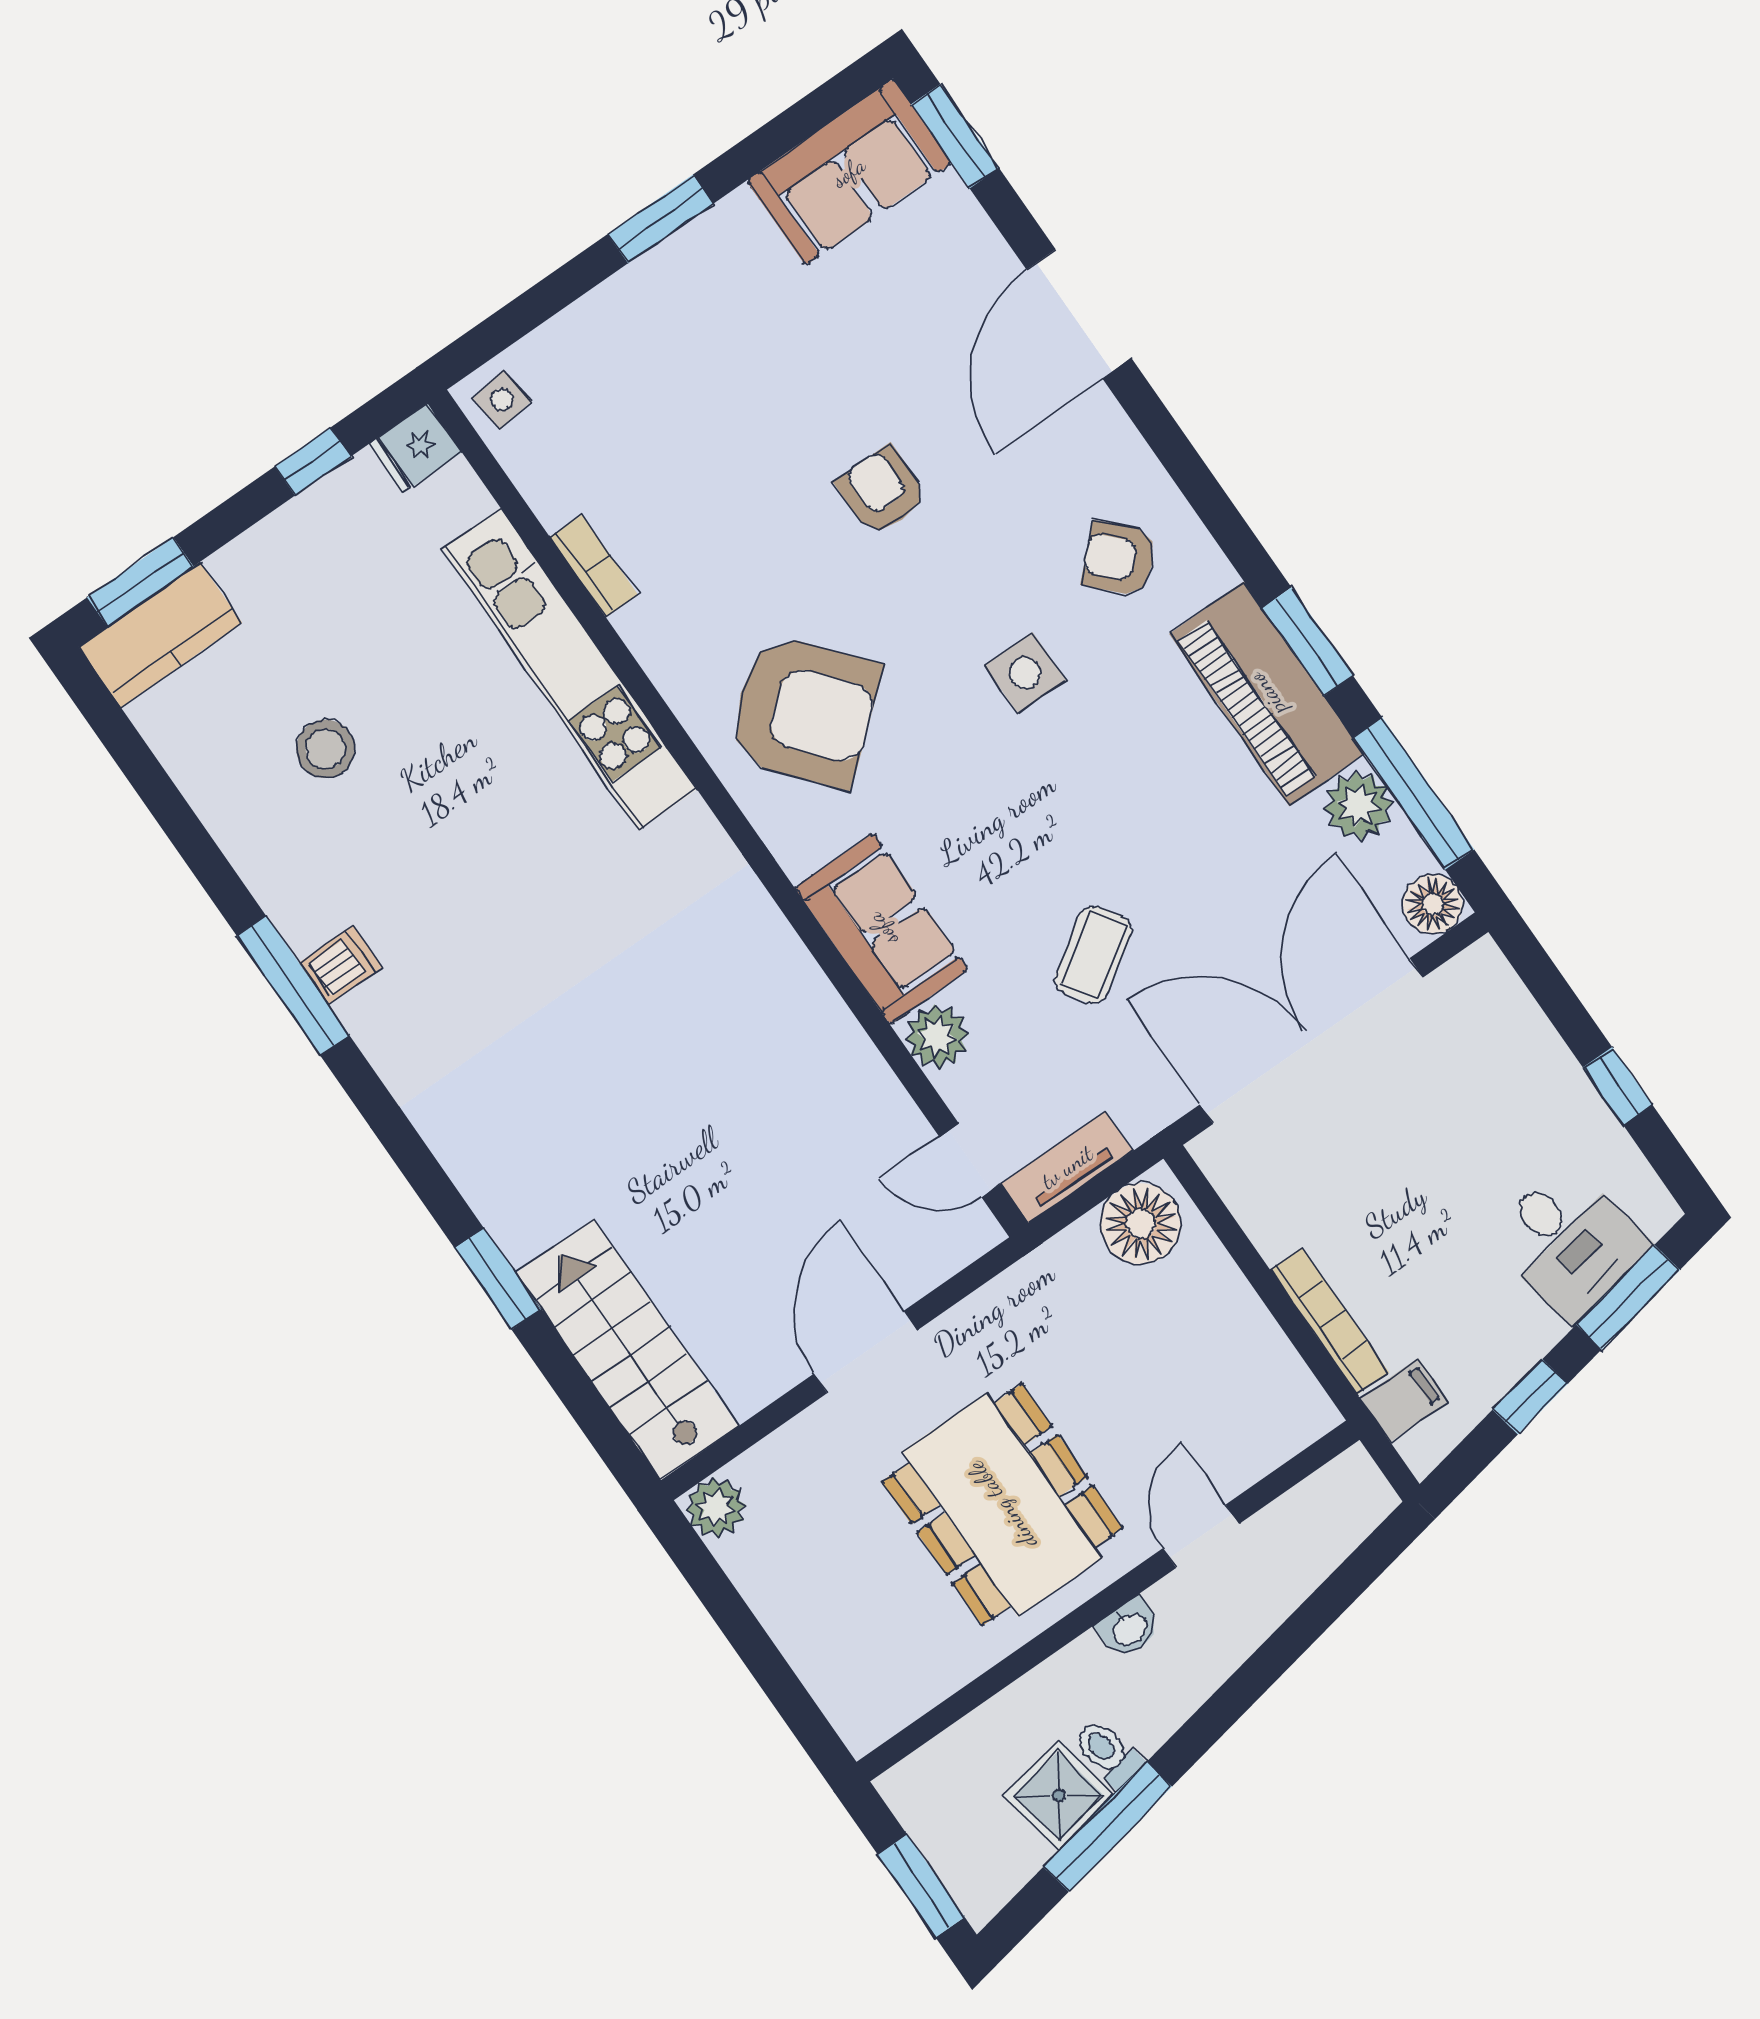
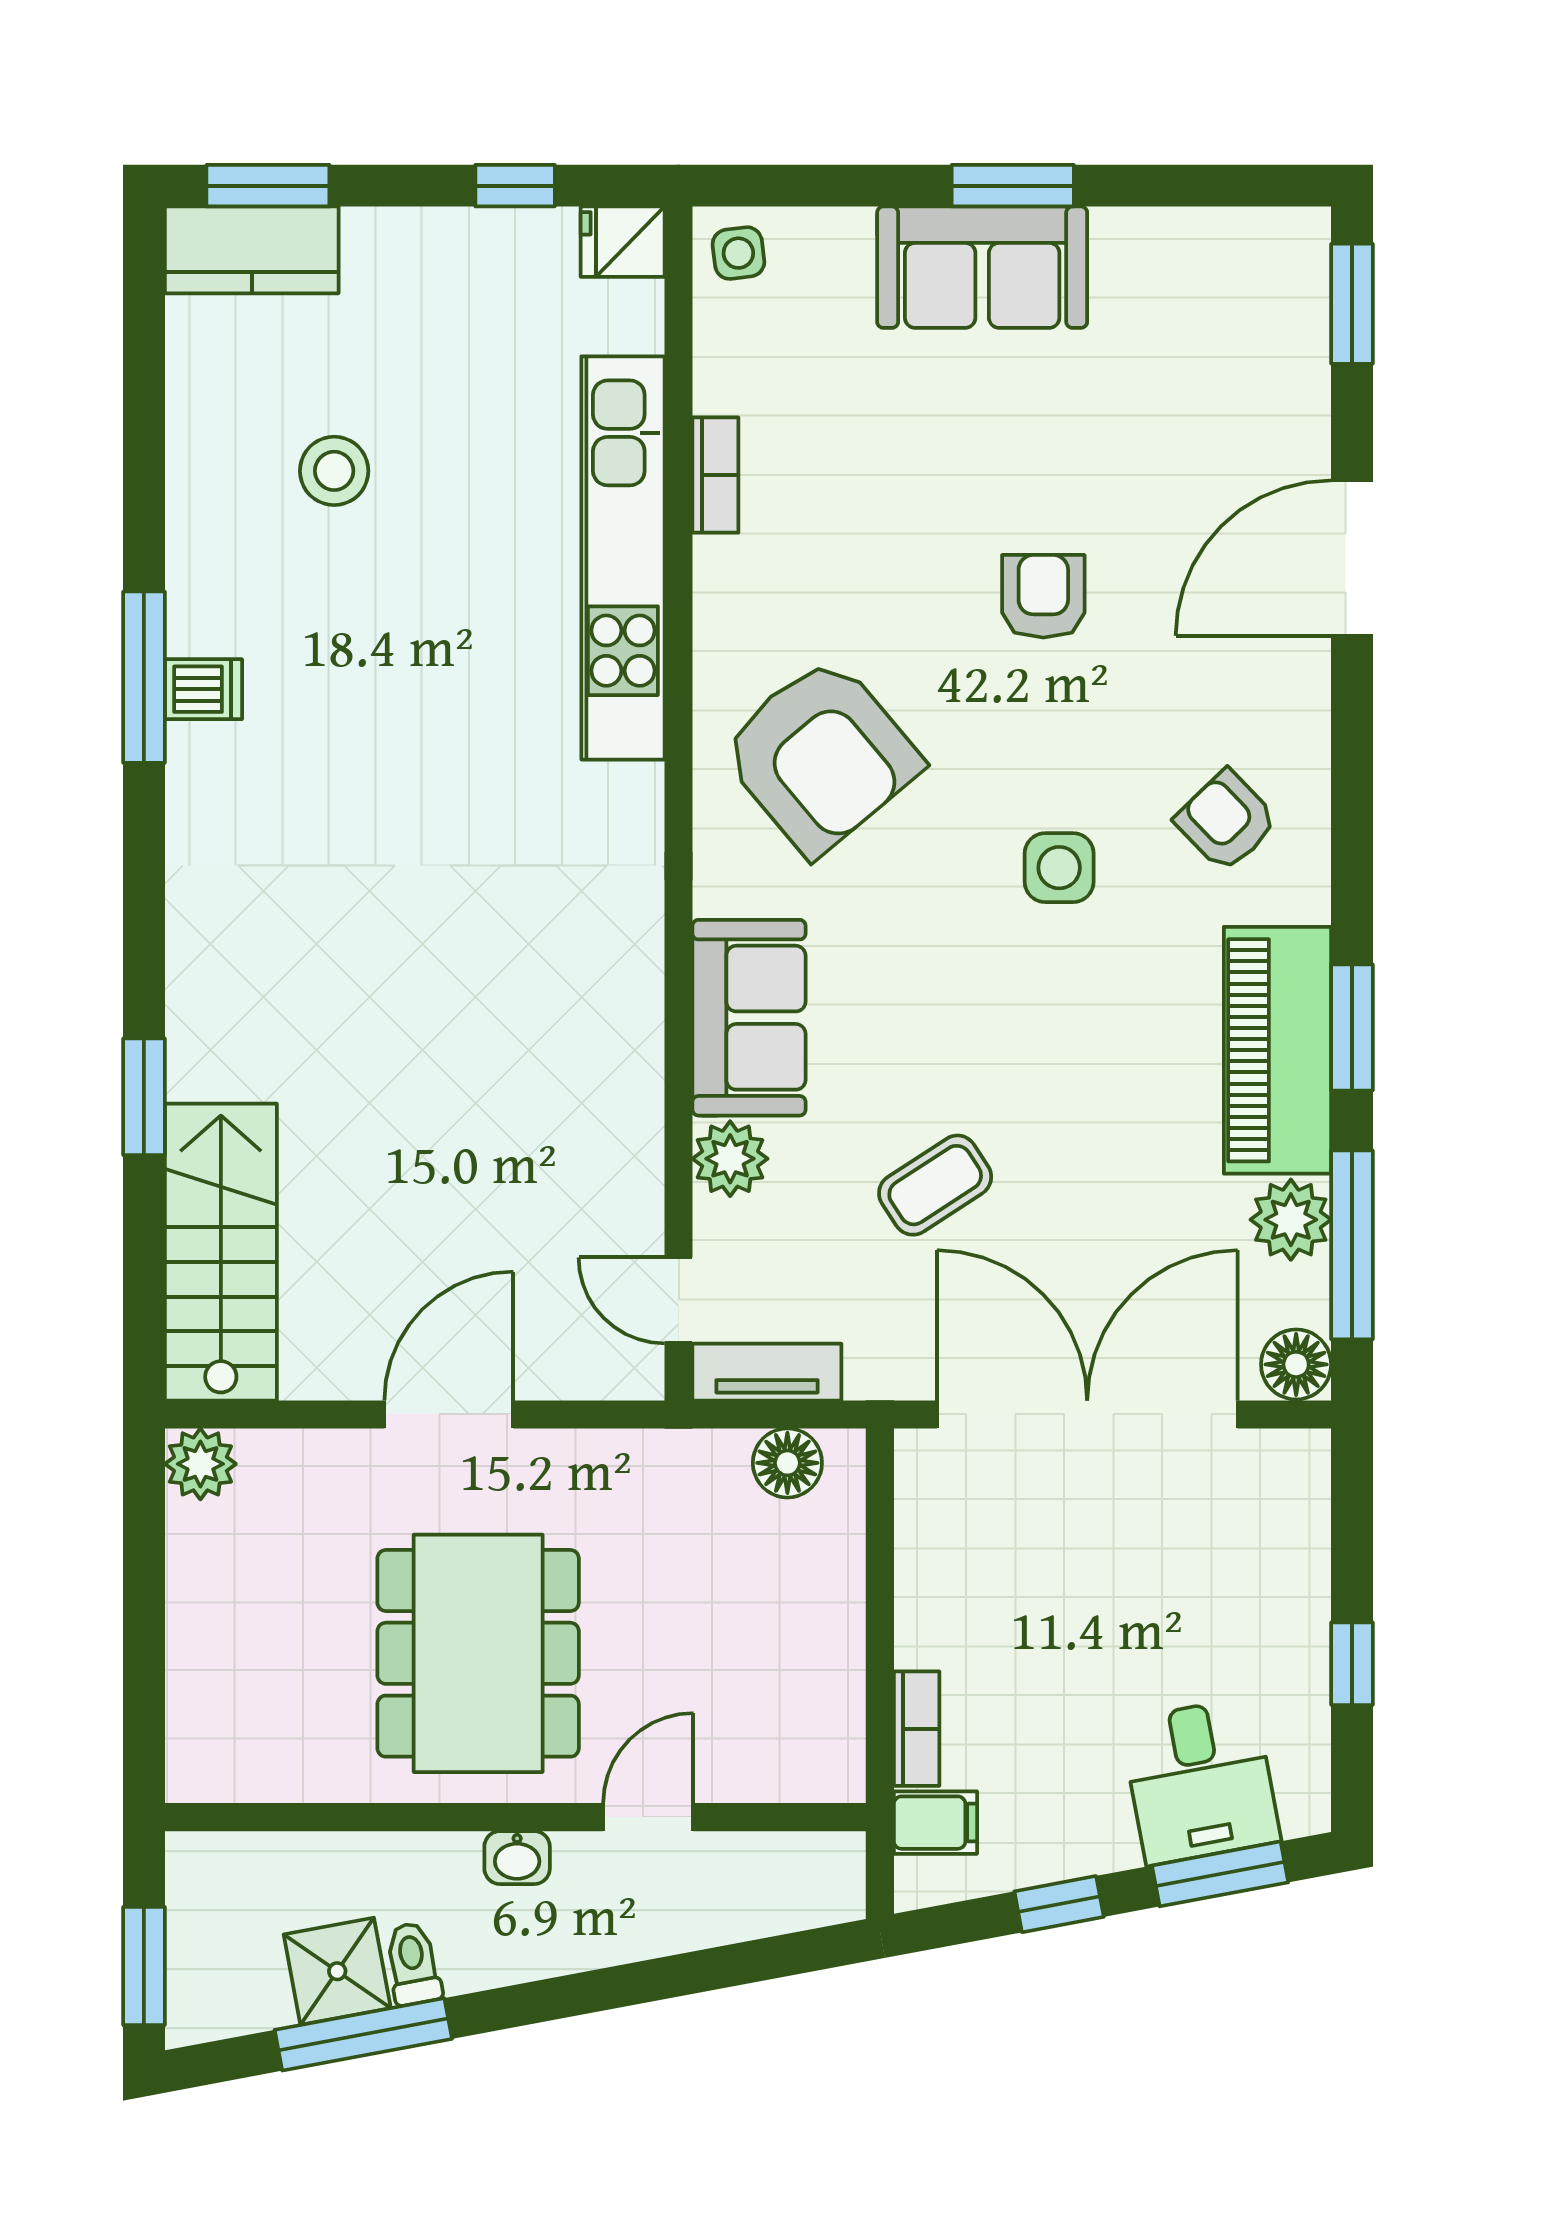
sofa: (849, 172) -> (982, 267), moved
floor lamp: (1141, 1224) -> (787, 1463), width x0.73, depth x0.73
bookcase: (1330, 1321) -> (917, 1729), width x0.64

